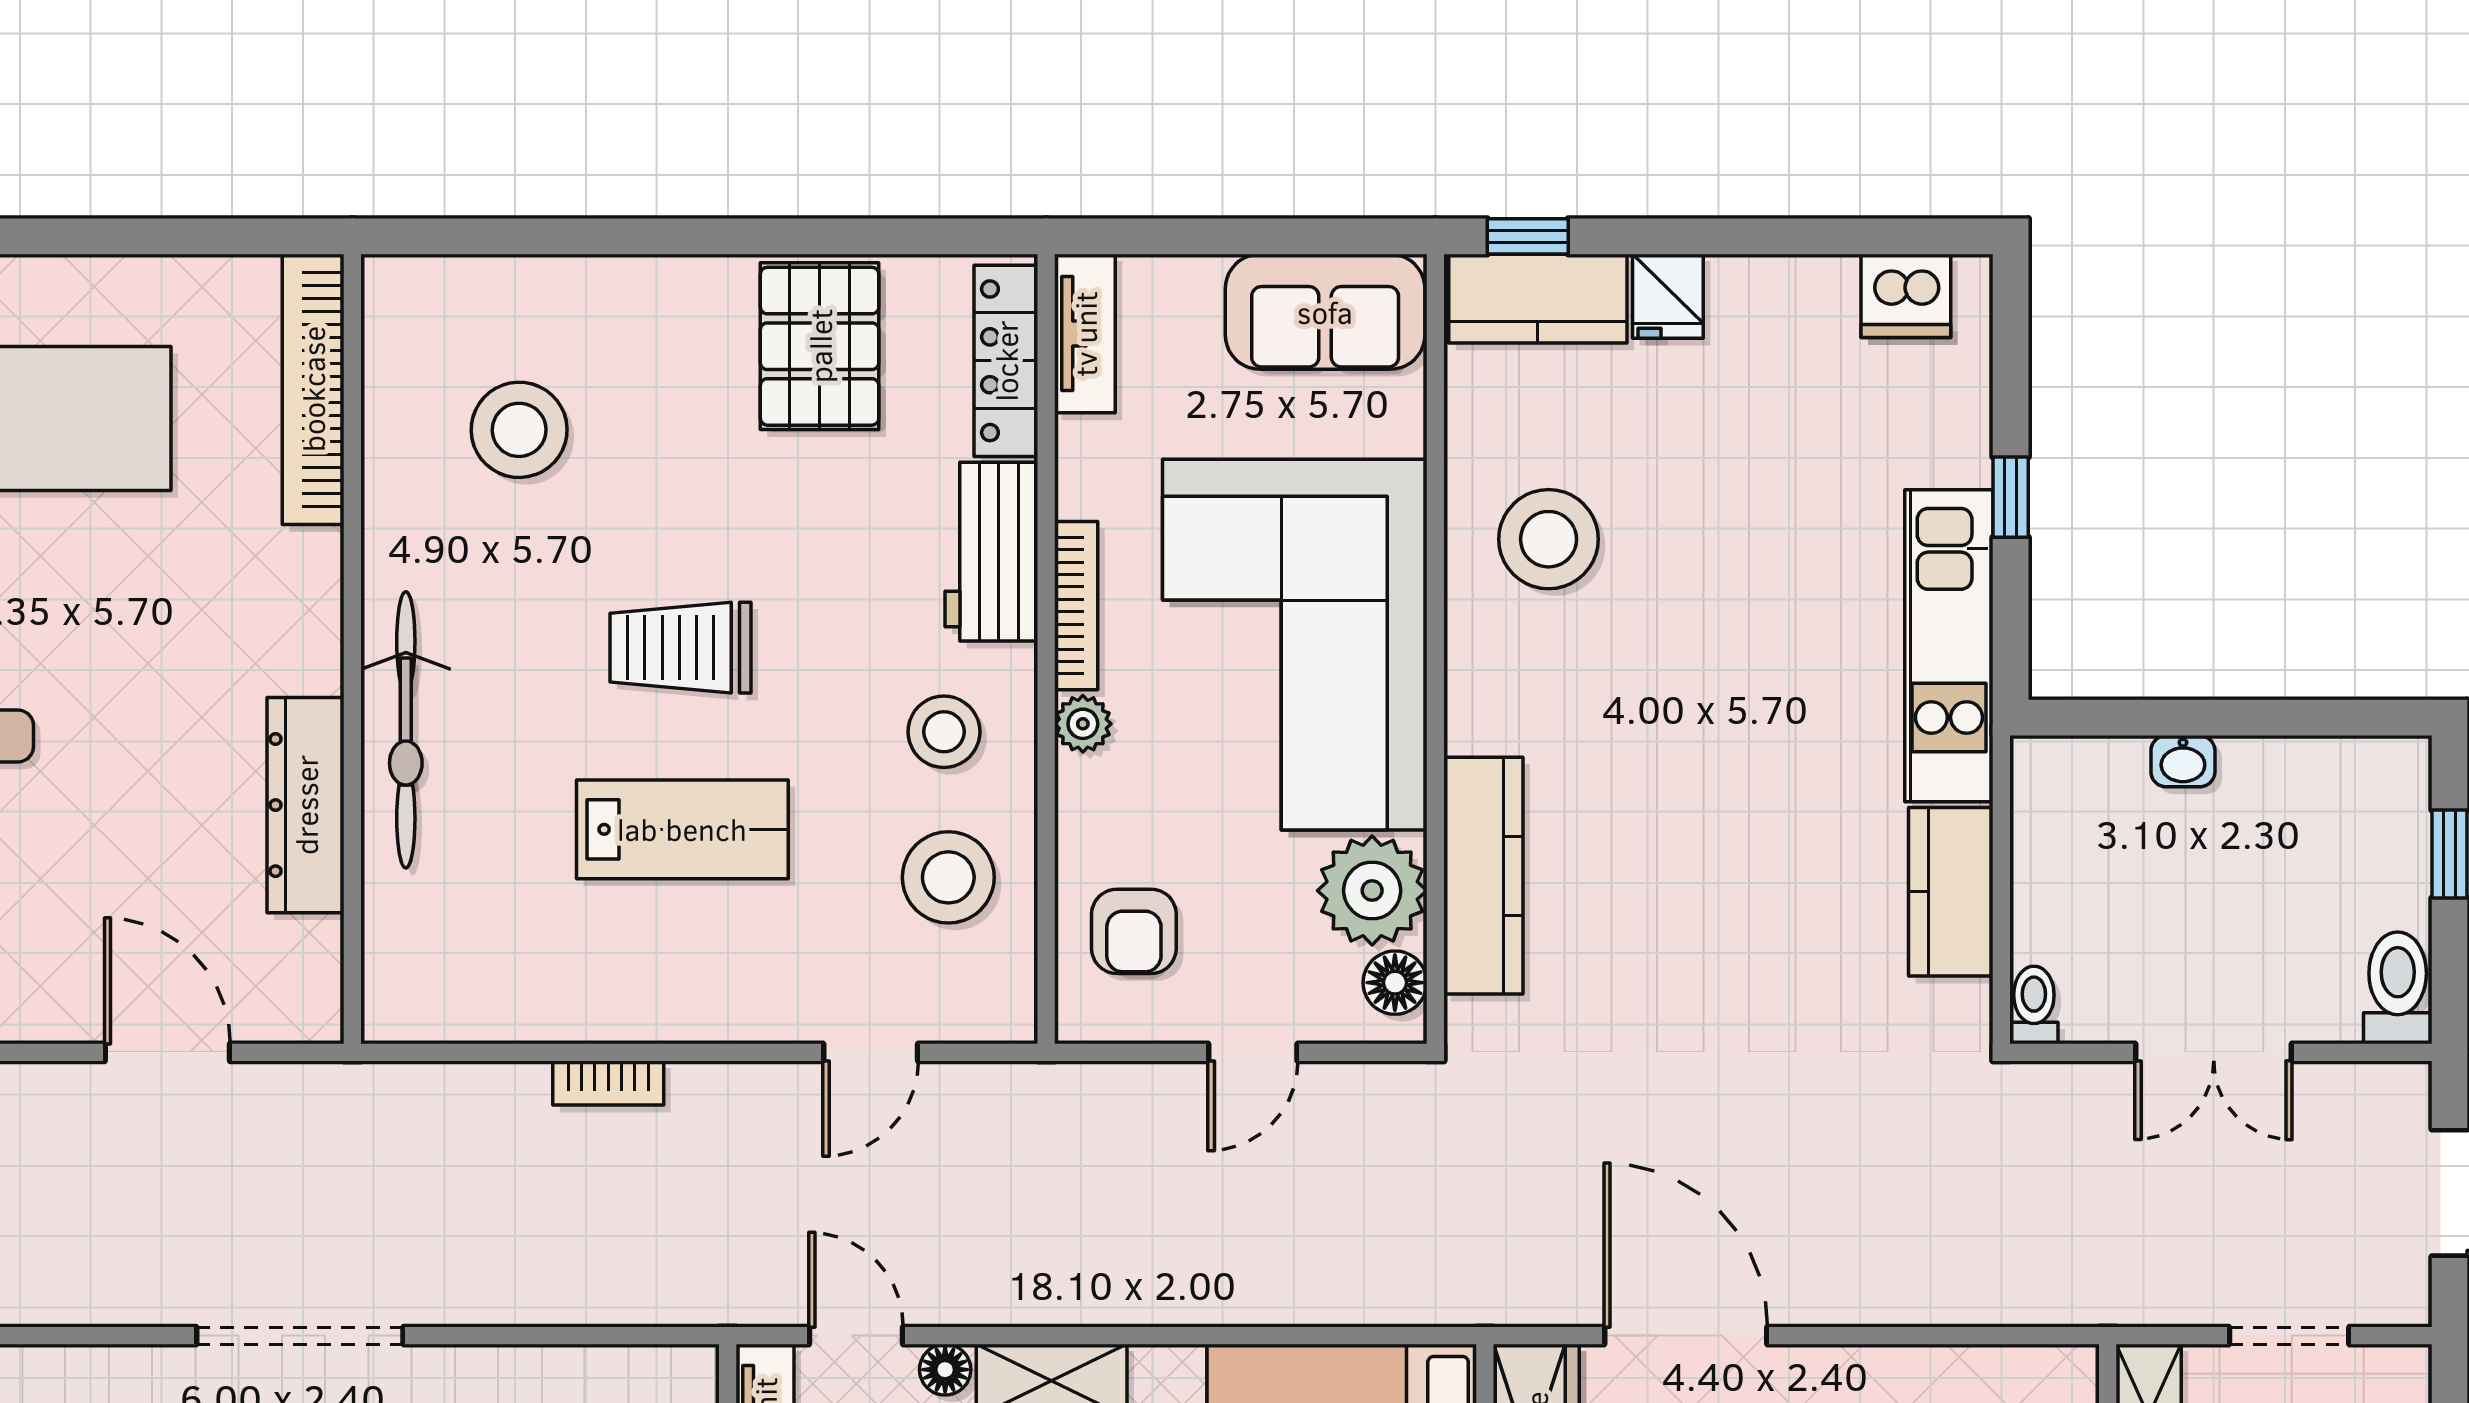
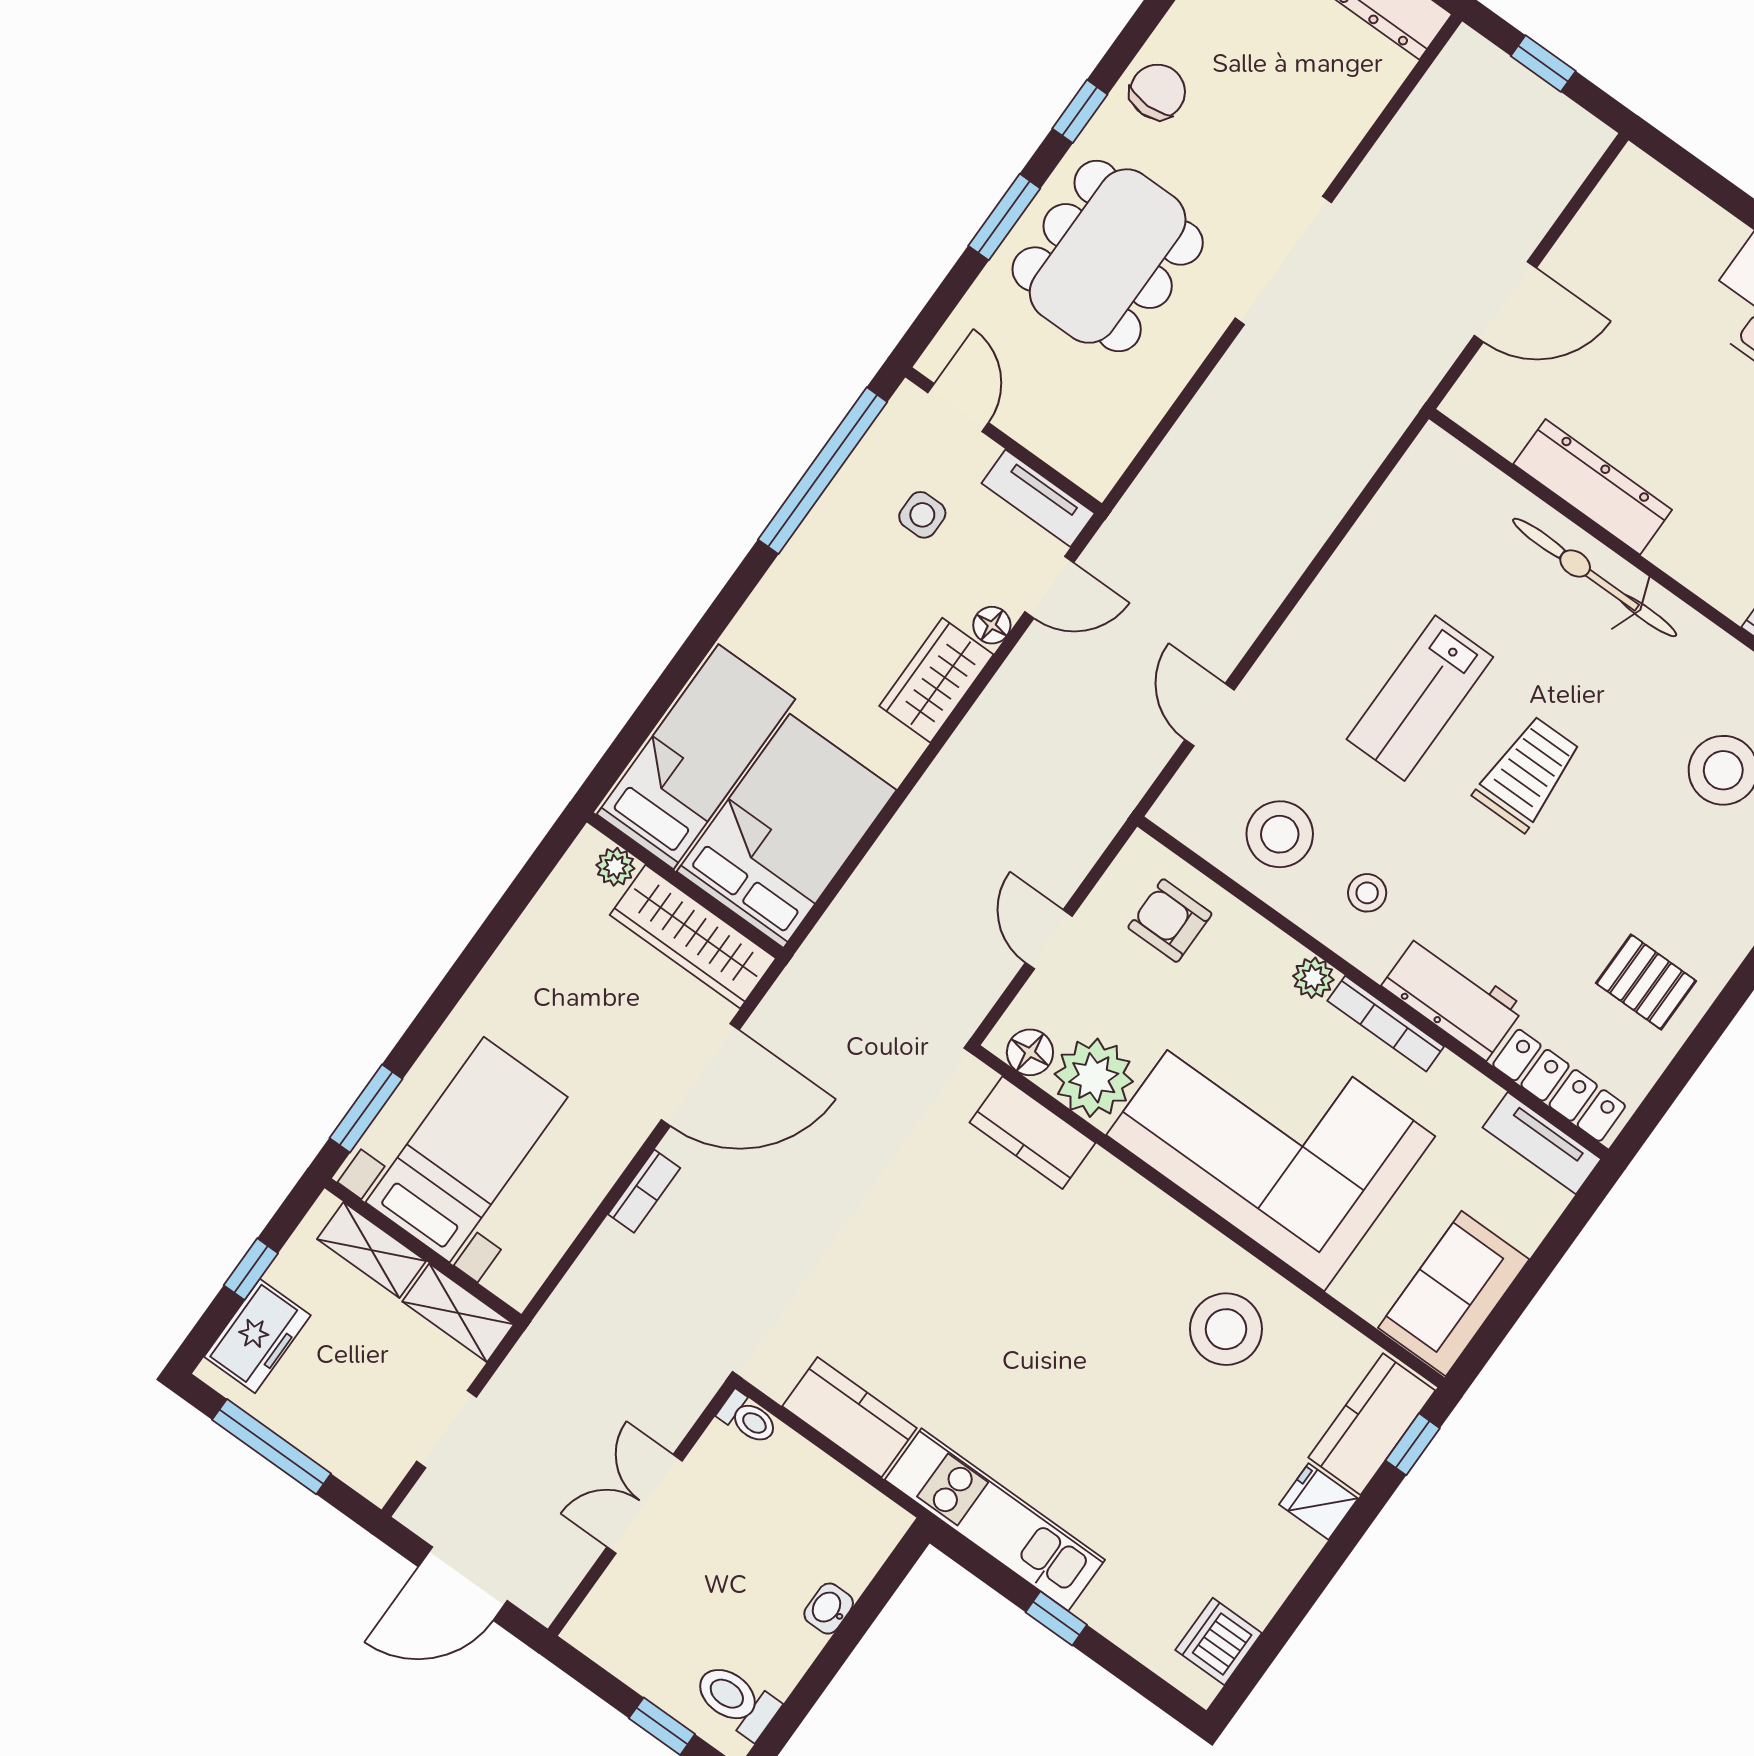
pallet: (820, 346) -> (1646, 982), width x0.67, depth x0.71
stool: (944, 732) -> (1367, 893), width x0.73, depth x0.73
kitchen counter: (1483, 876) -> (1032, 1133), width x0.67
toilet: (2398, 988) -> (736, 1700), moved, turned 180
bookcase: (608, 1083) -> (644, 1191), moved, turned 180

